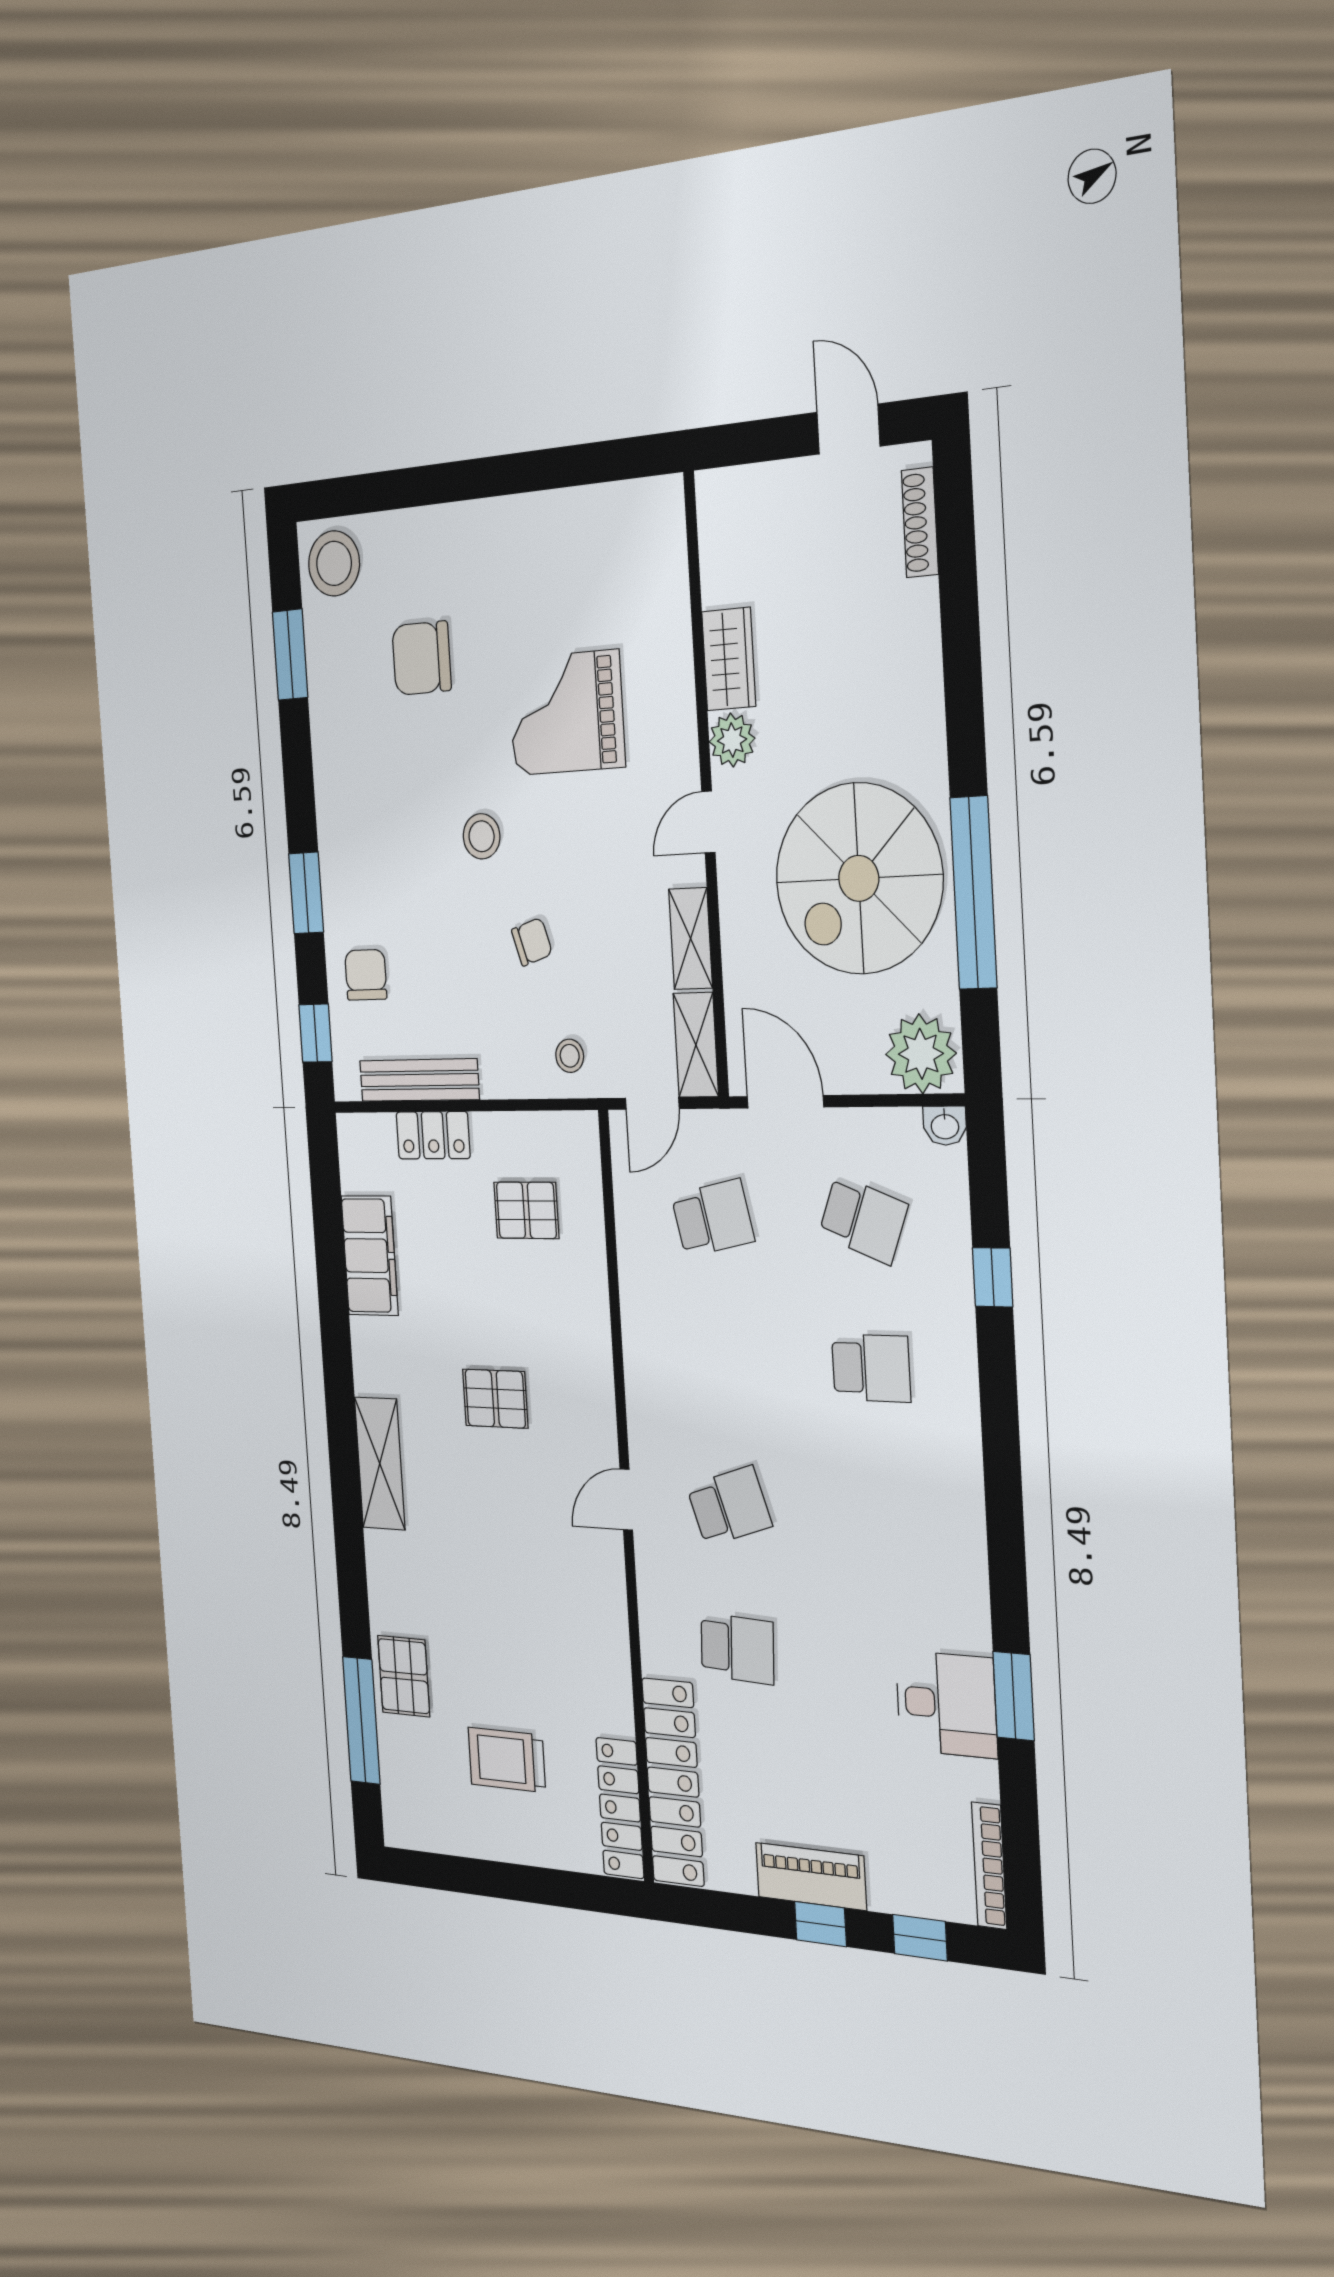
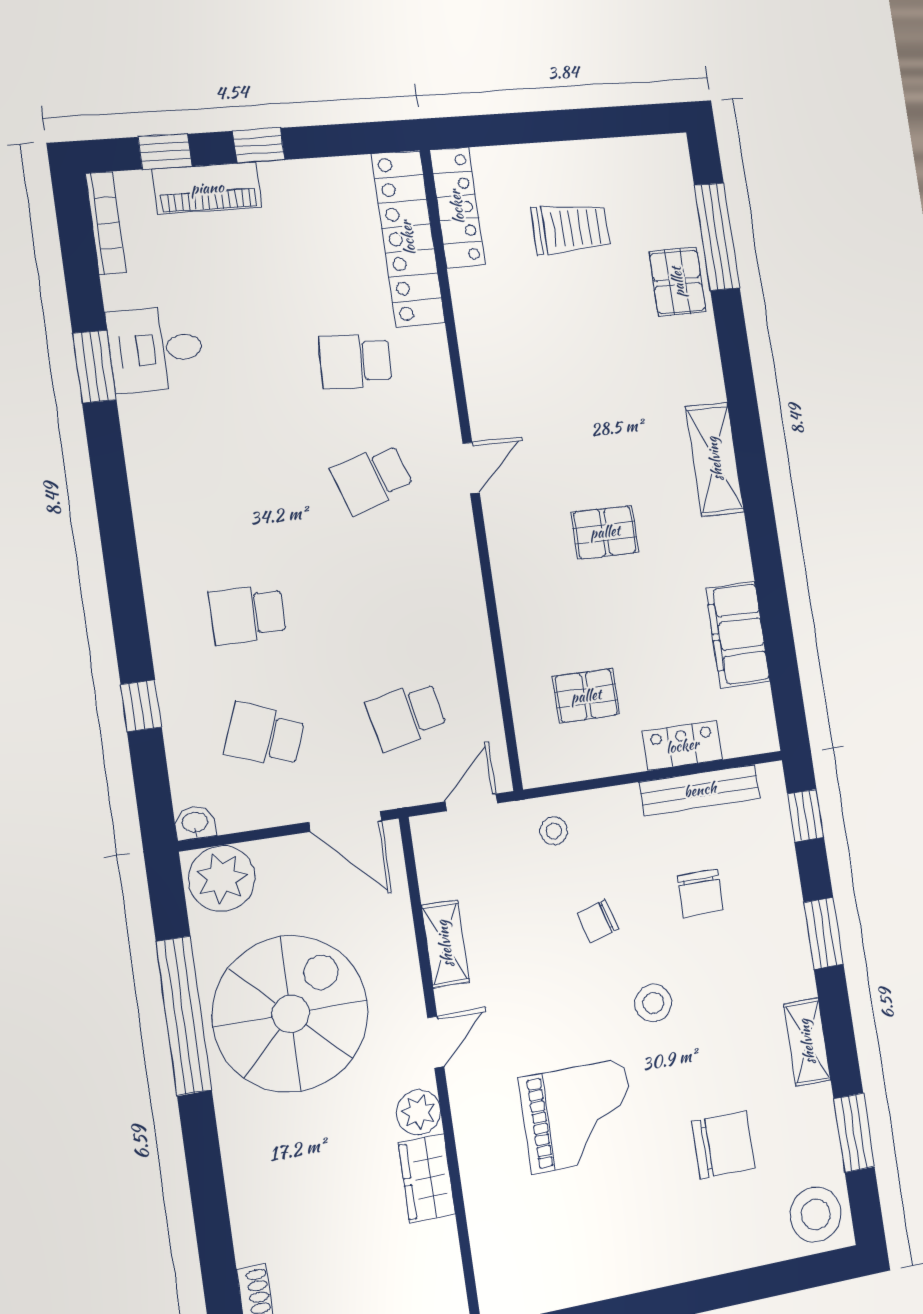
chair: (366, 975) -> (700, 893), moved
shelving: (696, 1045) -> (807, 1042), moved
piano: (811, 1876) -> (207, 188), moved

